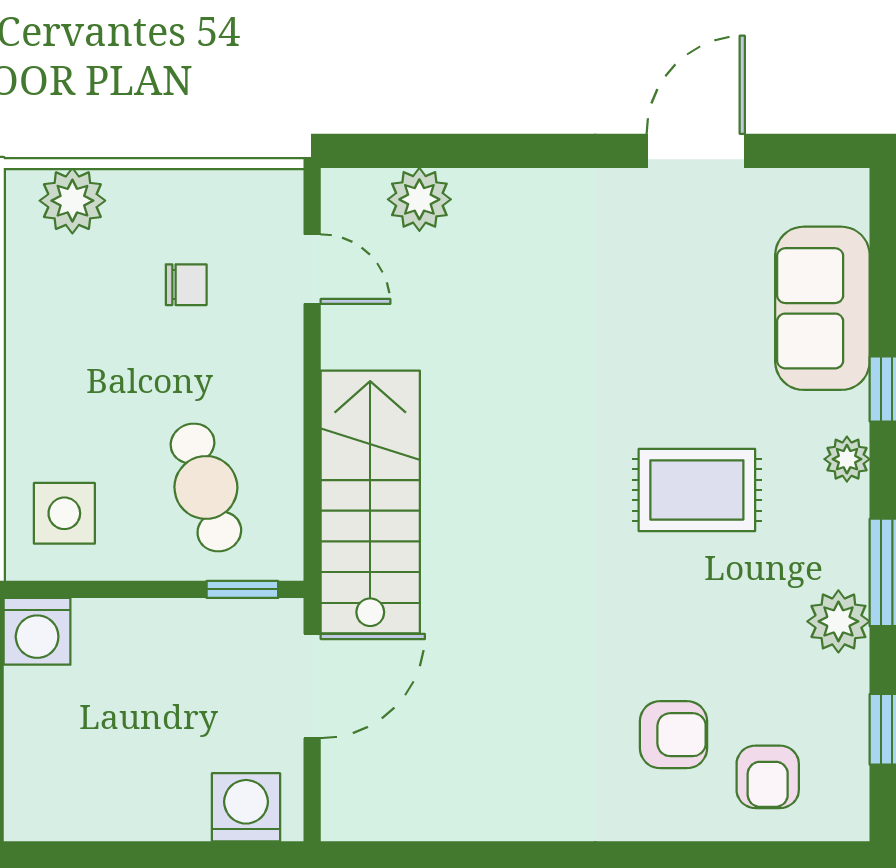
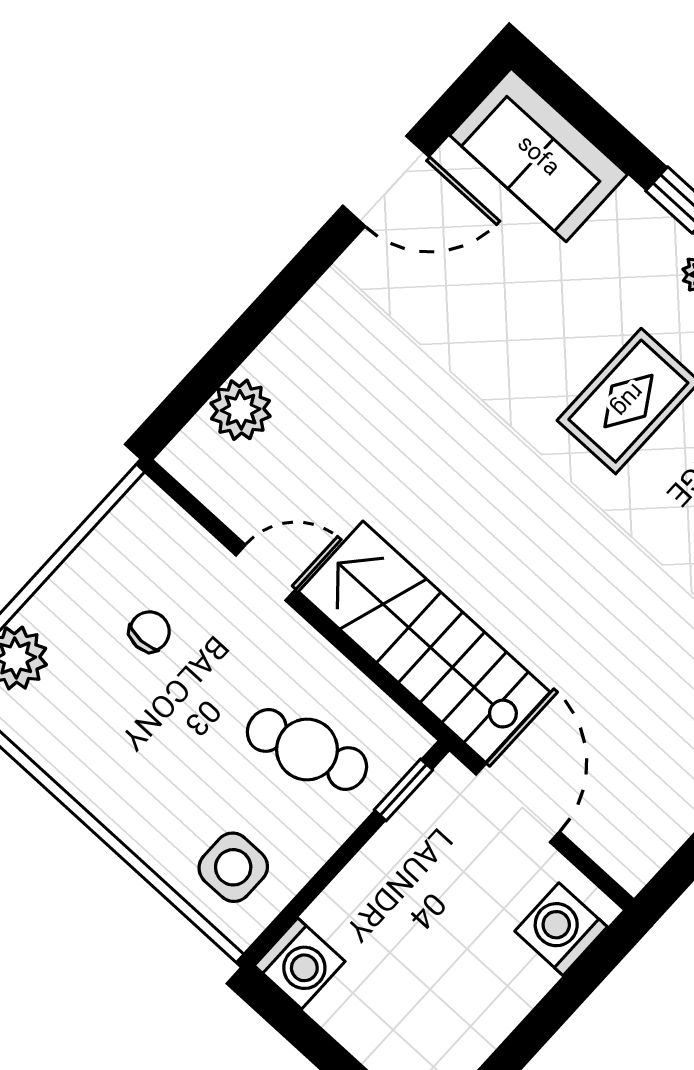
door: (696, 151) -> (386, 181), swing flipped
door: (312, 269) -> (265, 573), moved
sofa: (822, 308) -> (539, 155), moved

